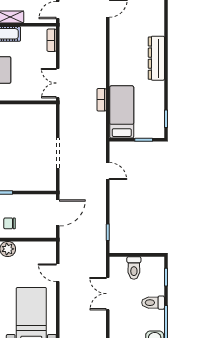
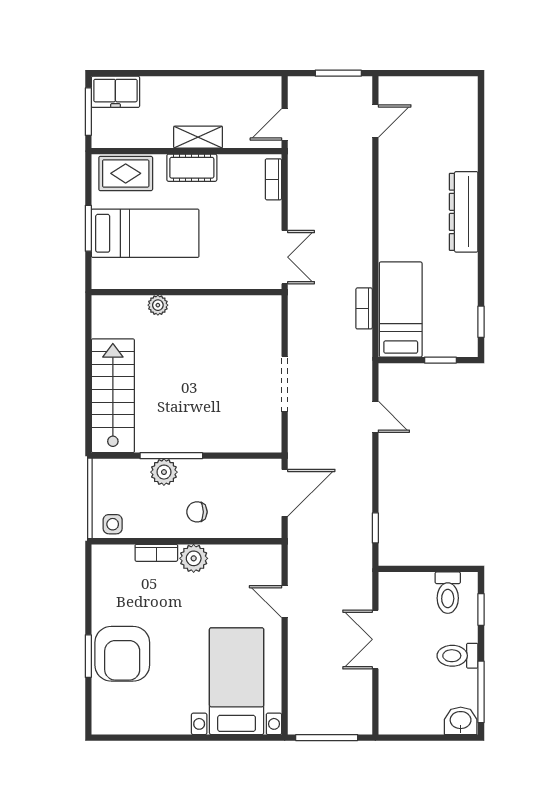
double door: (58, 83) -> (285, 257), swing flipped
bookcase: (102, 100) -> (364, 308), moved
toilet: (134, 268) -> (448, 593), moved

